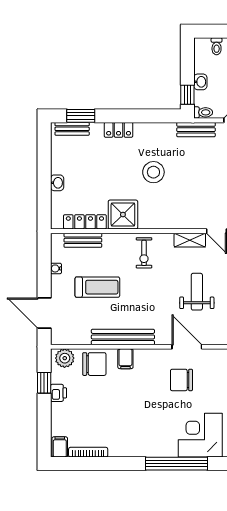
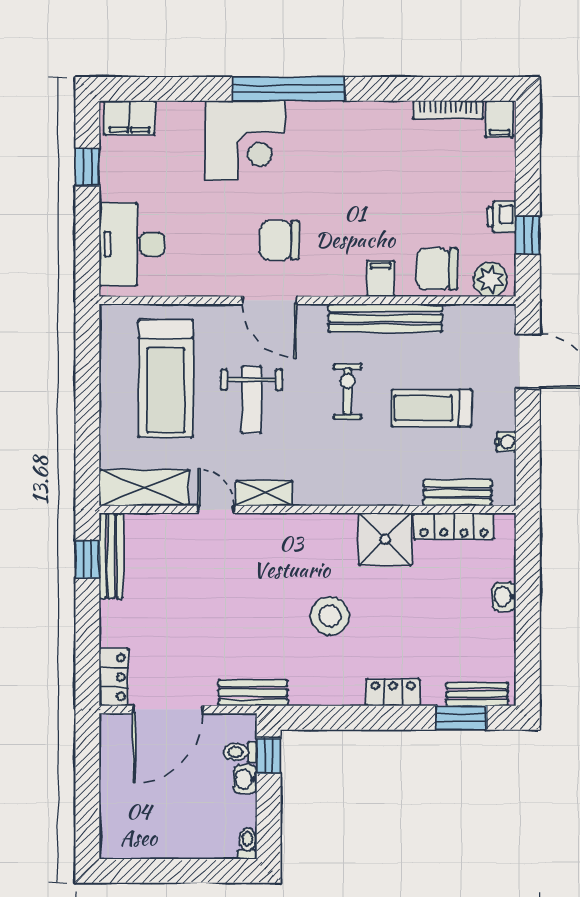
toilet: (217, 46) -> (247, 843), moved
toilet: (203, 112) -> (240, 752), moved
exercise bike: (144, 253) -> (348, 391), moved
chair: (181, 380) -> (279, 240), turned 180

